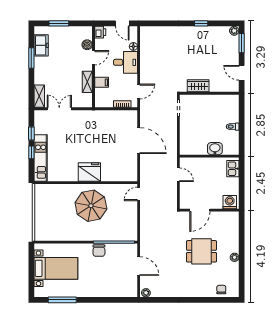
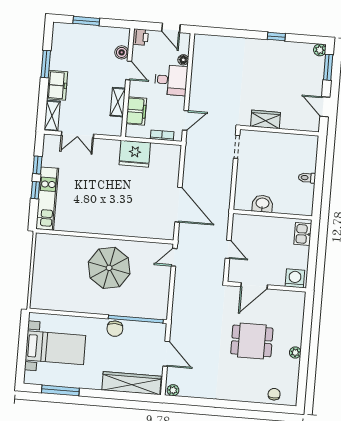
freezer: (41, 45) -> (57, 85), moved
door: (93, 58) -> (129, 70), hinge flipped
filing cabinet: (102, 82) -> (136, 111), width x2.00
double door: (59, 109) -> (77, 135), swing flipped
door: (139, 141) -> (178, 205), moved
washbasin: (215, 149) -> (262, 204), moved
fridge: (89, 172) -> (135, 154), moved, turned 180
door: (178, 175) -> (228, 249), moved
wardrobe: (115, 290) -> (132, 383), added

